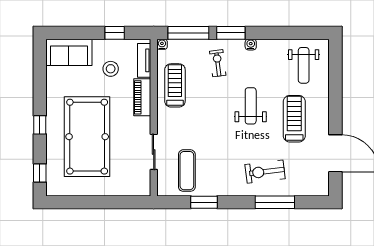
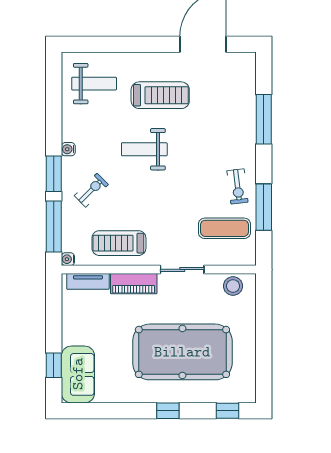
window: (115, 33) -> (54, 365), moved
exercise bike: (218, 63) -> (91, 190), turned 142
stool: (111, 69) -> (233, 286), moved
treadmill: (294, 119) -> (160, 95), turned 180
sliding door: (154, 152) -> (182, 269), moved
exercise bike: (265, 172) -> (238, 186), moved, width x0.73, depth x0.72
window: (204, 202) -> (264, 207), width x1.44

